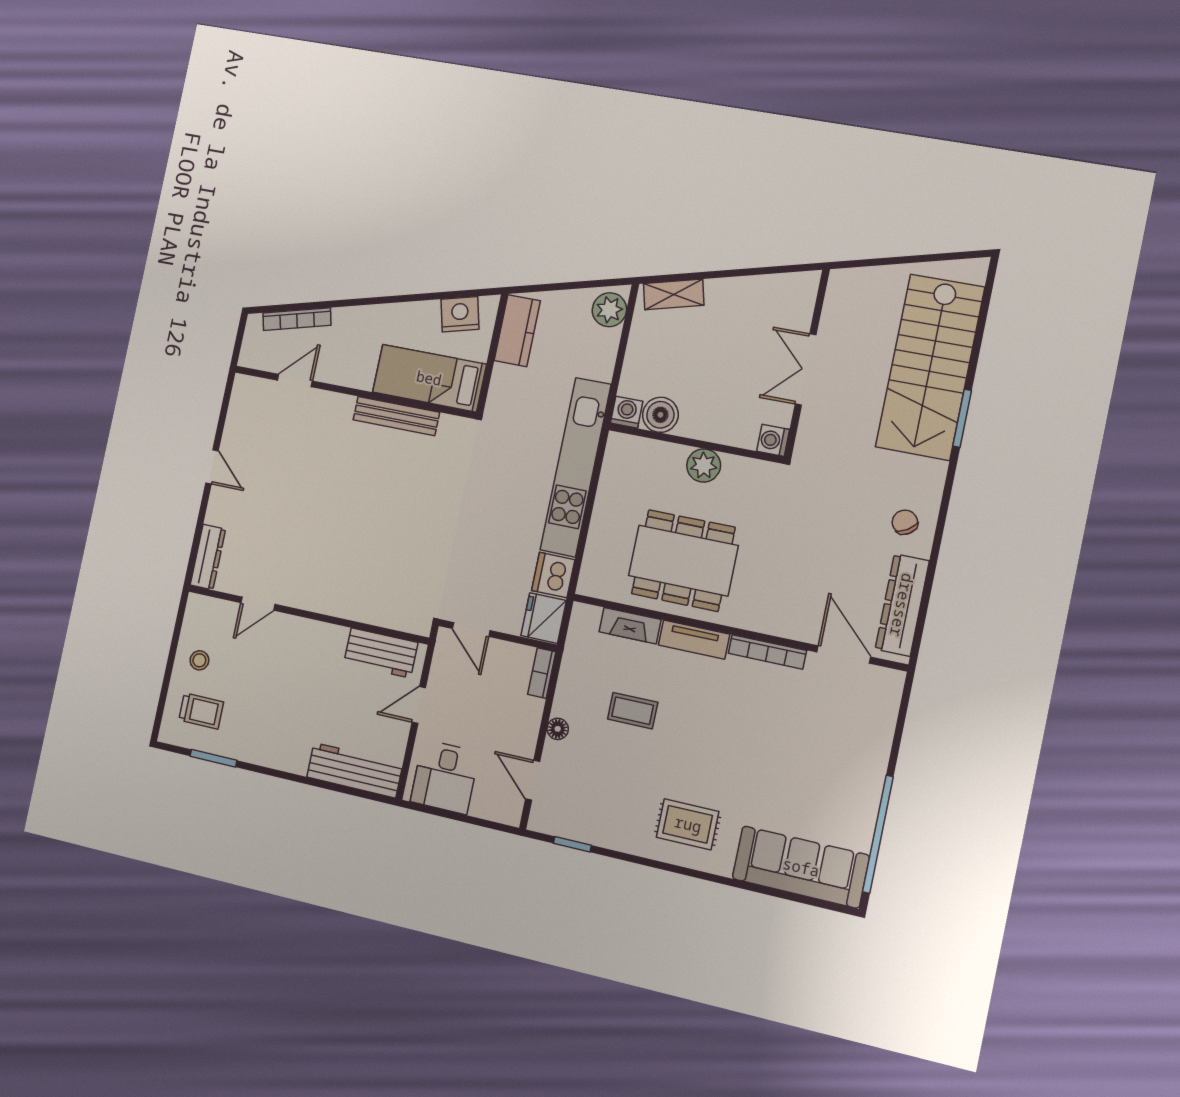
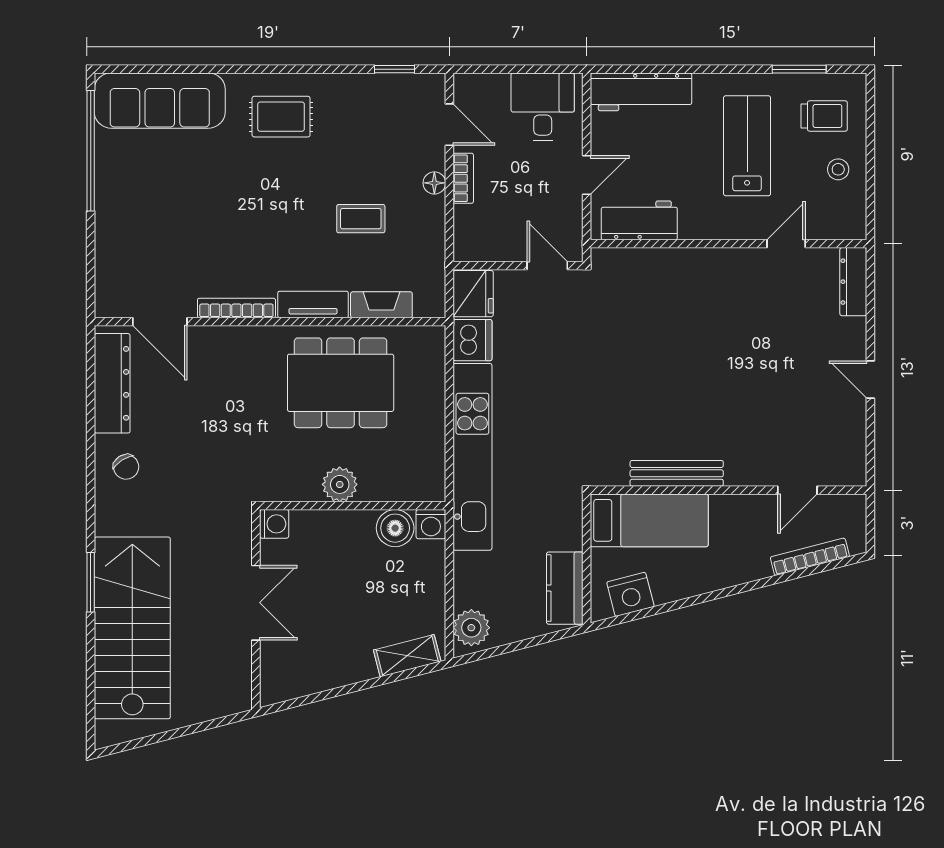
bookcase: (542, 673) -> (463, 178), moved
lab bench: (273, 699) -> (747, 146), added
trolley: (201, 711) -> (824, 116), turned 180

